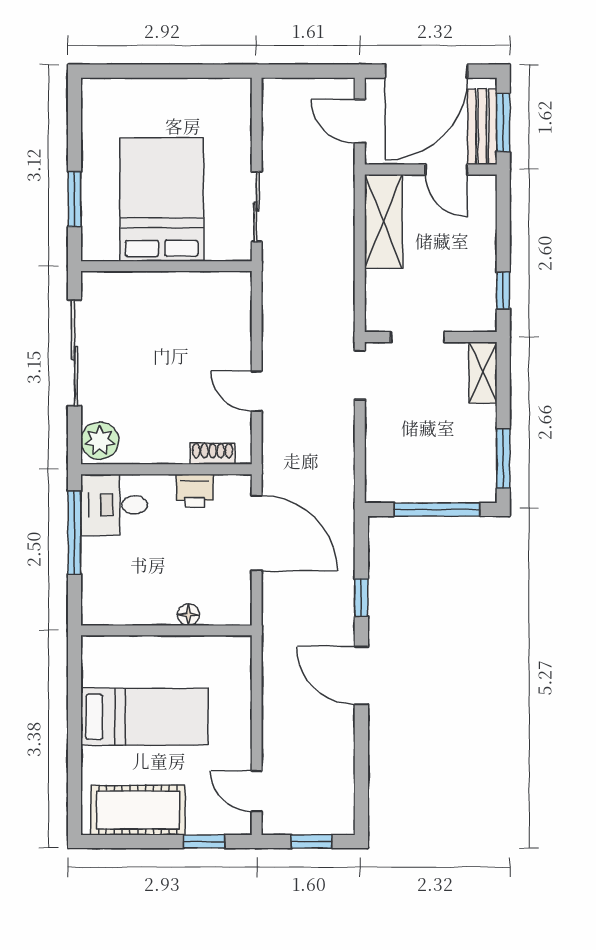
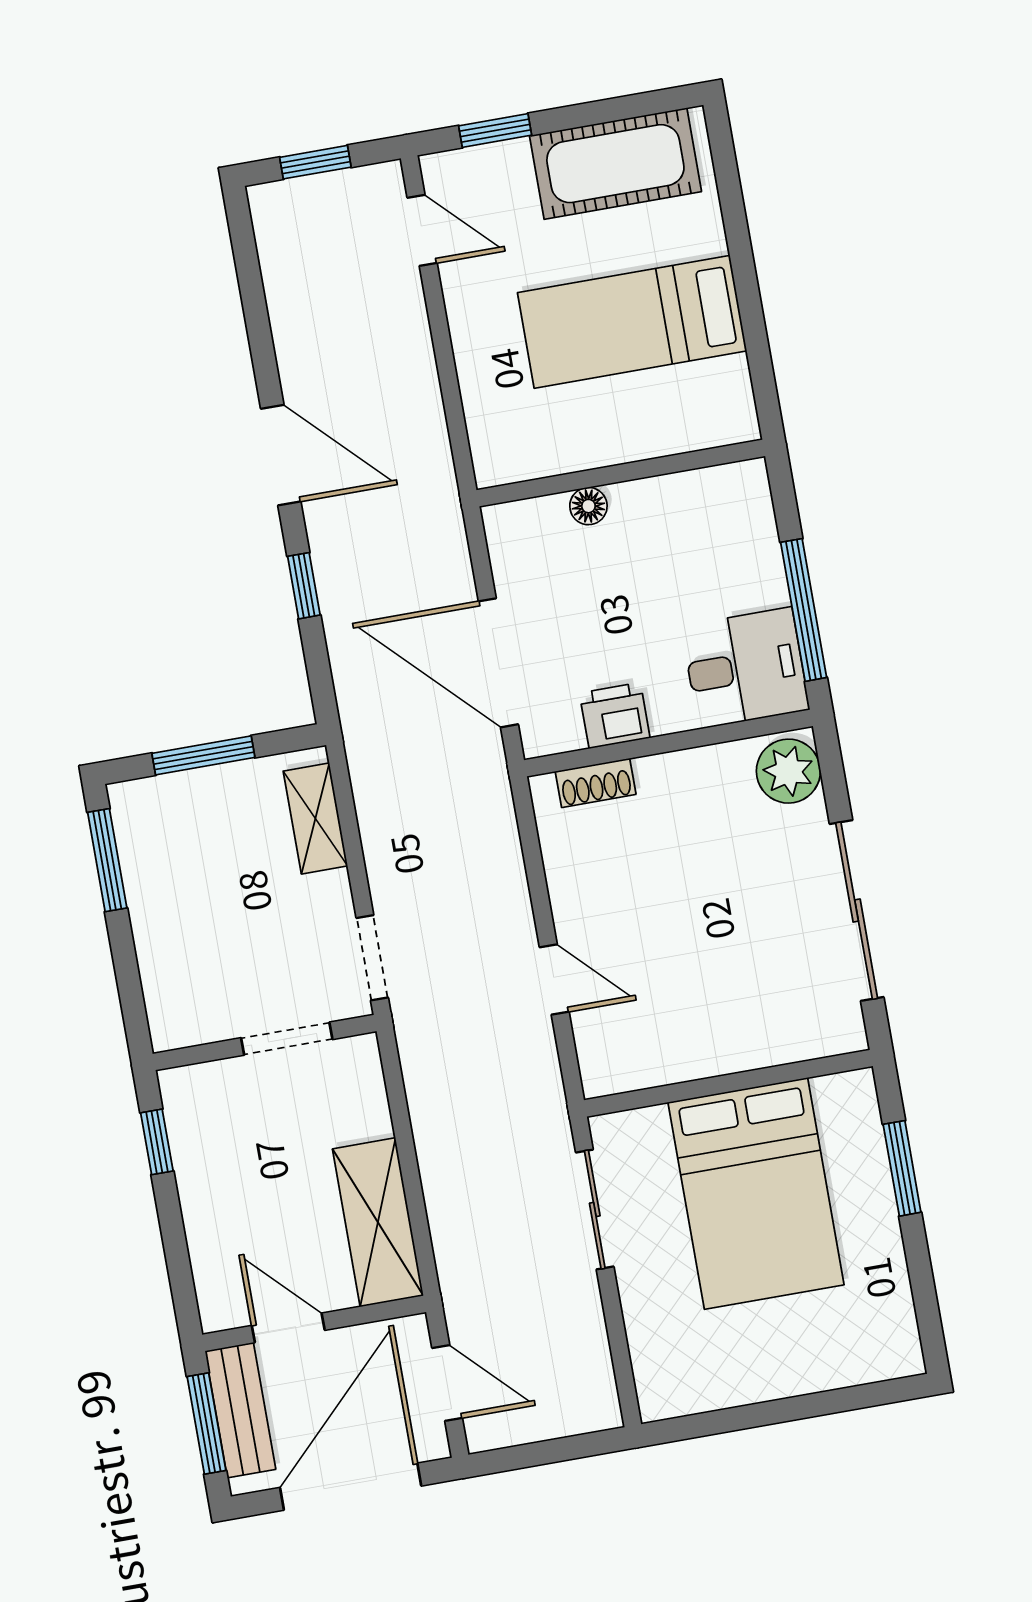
shelving: (483, 373) -> (315, 818), moved
door: (257, 391) -> (554, 980), moved
window: (437, 509) -> (203, 755), width x0.69

